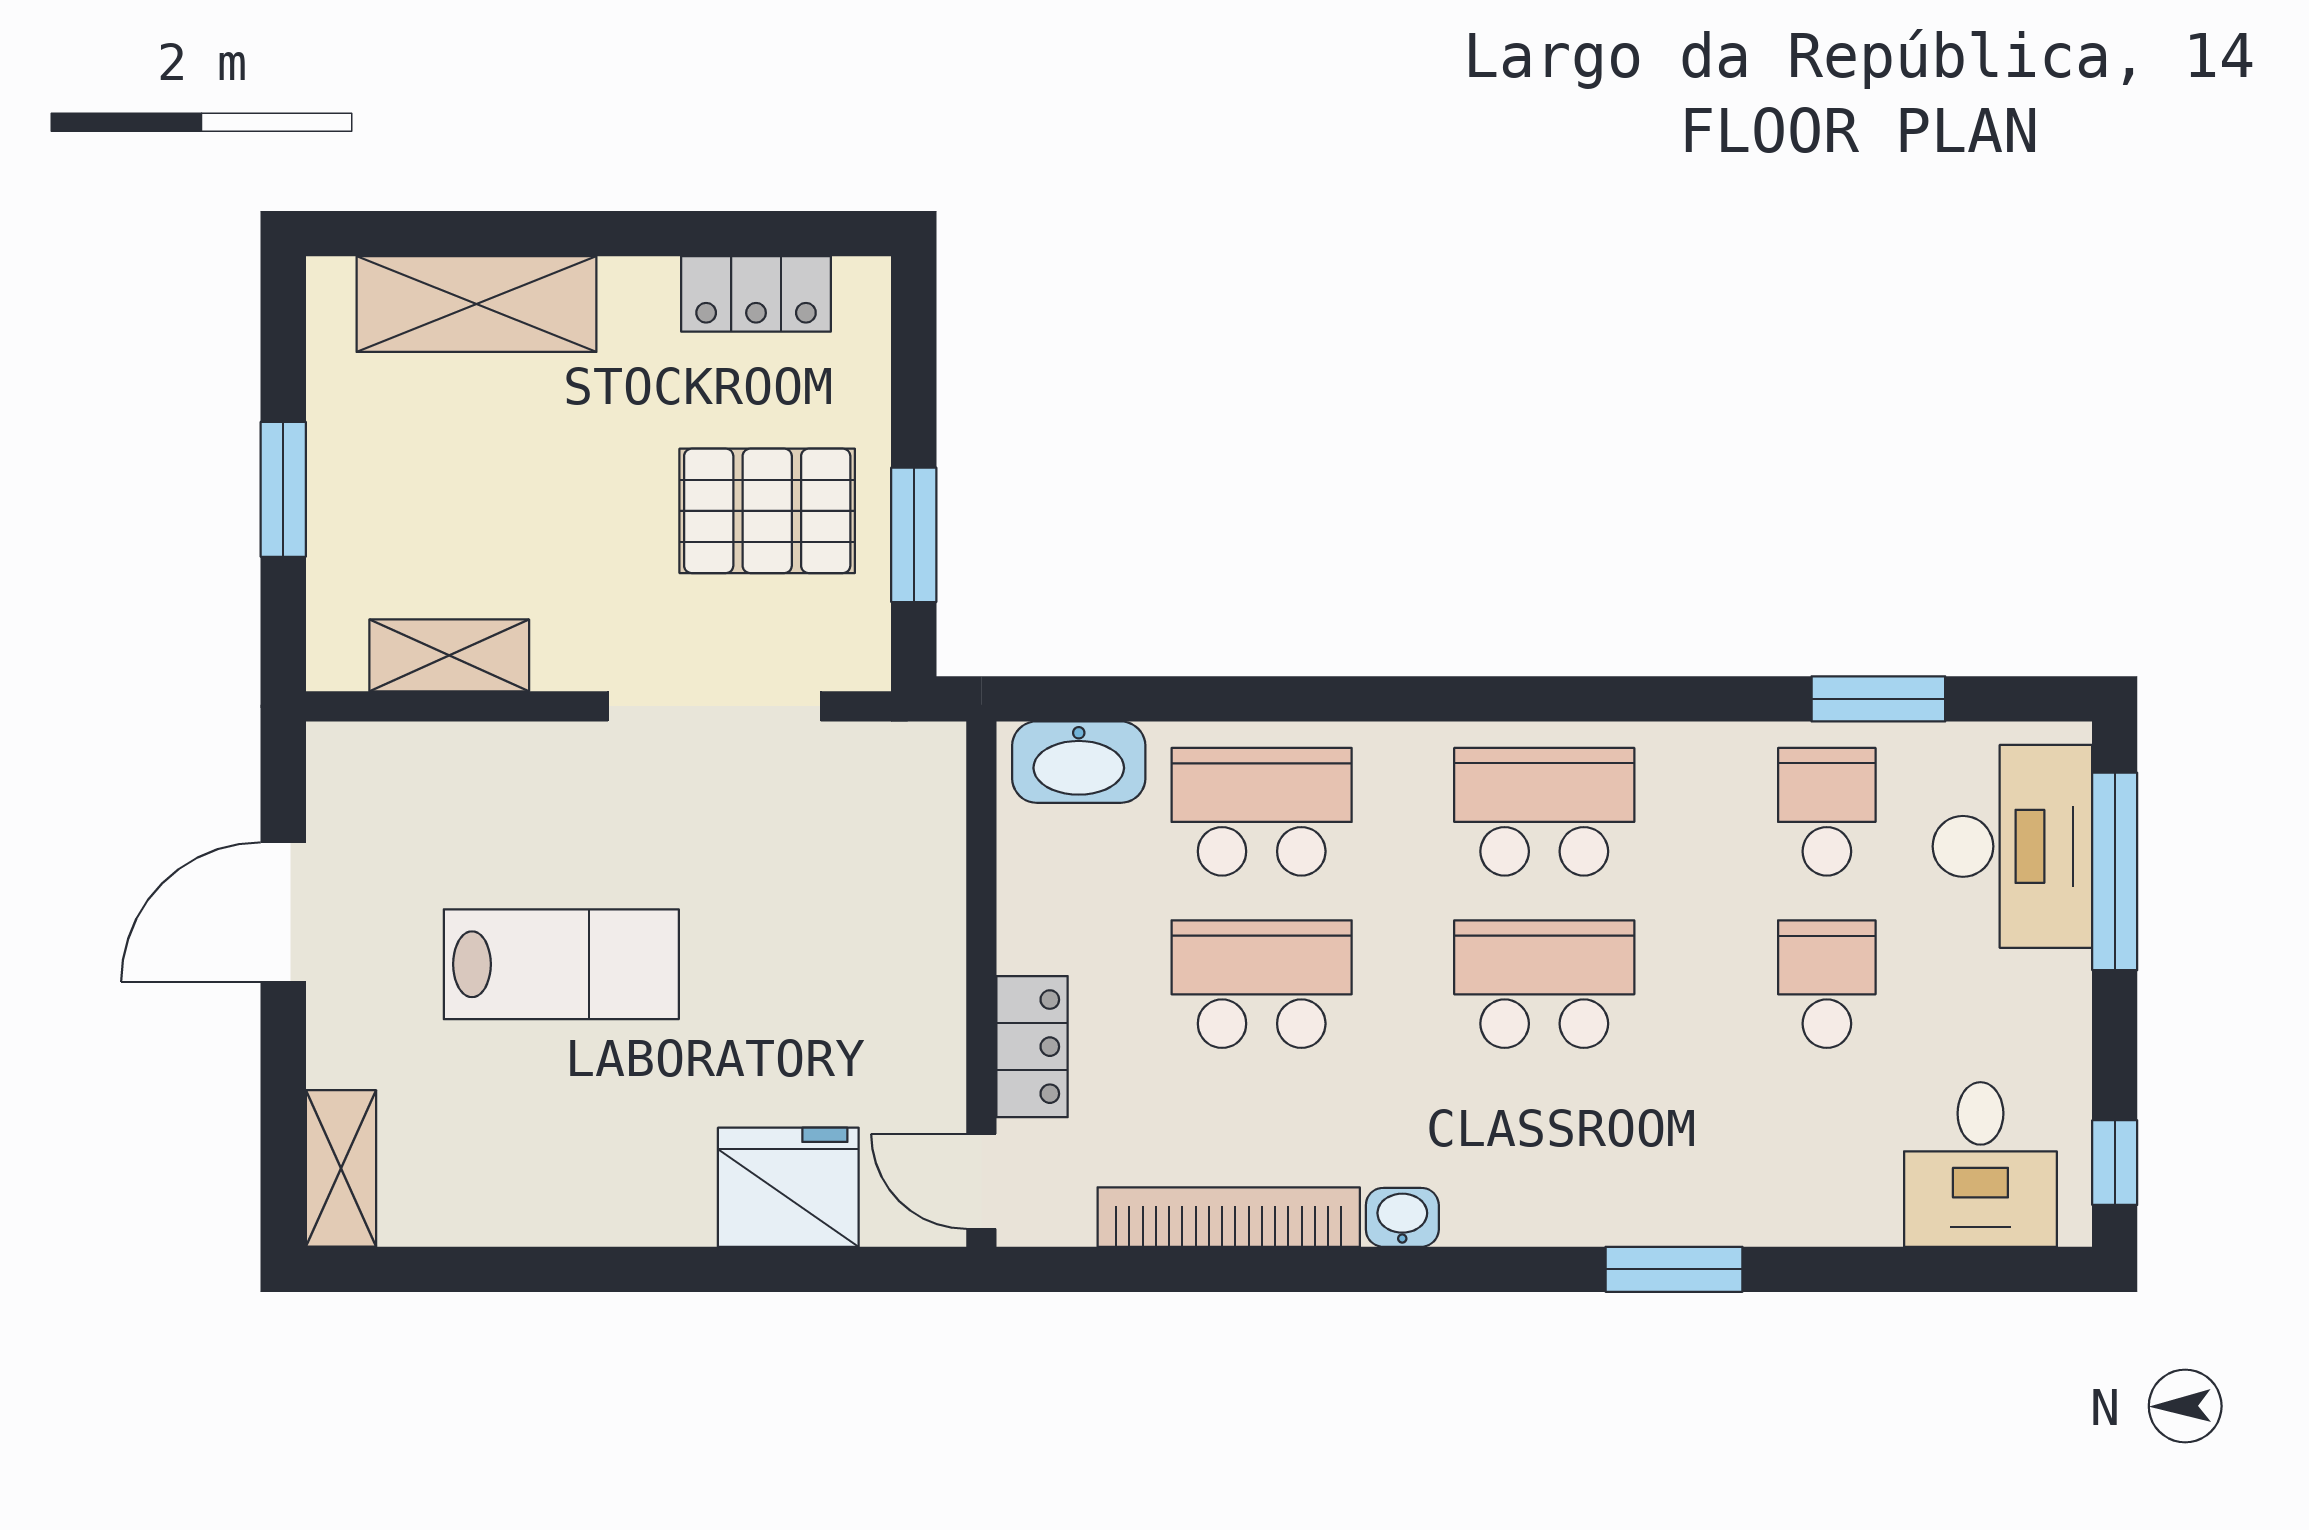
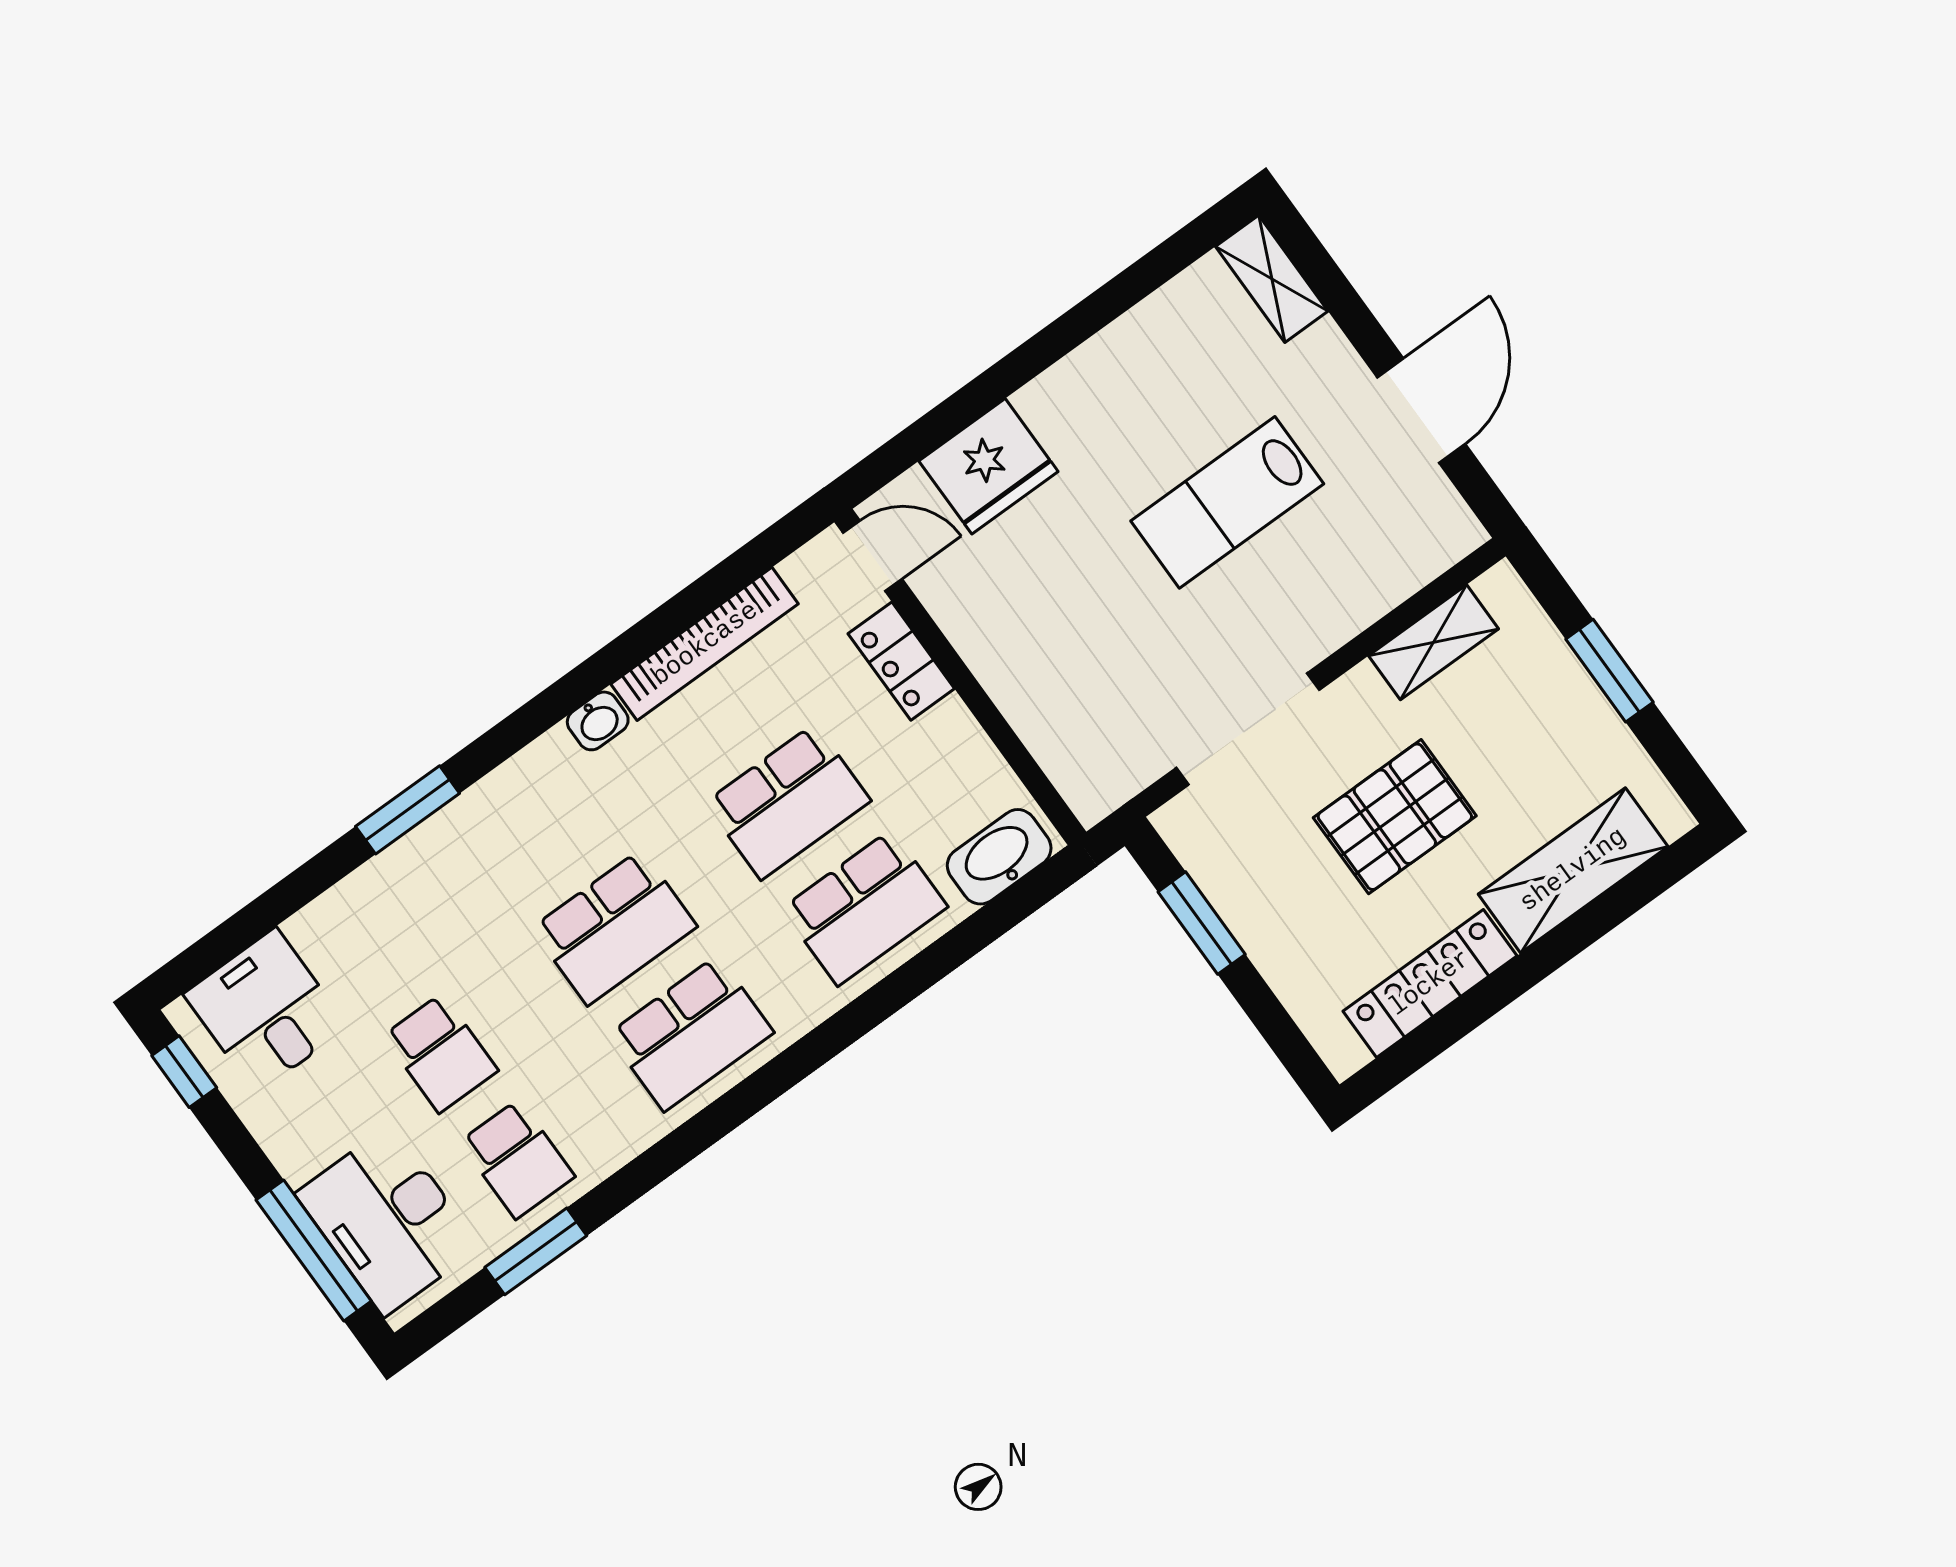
locker: (756, 294) -> (1430, 983), width x1.53
pallet: (767, 511) -> (1395, 817), moved

